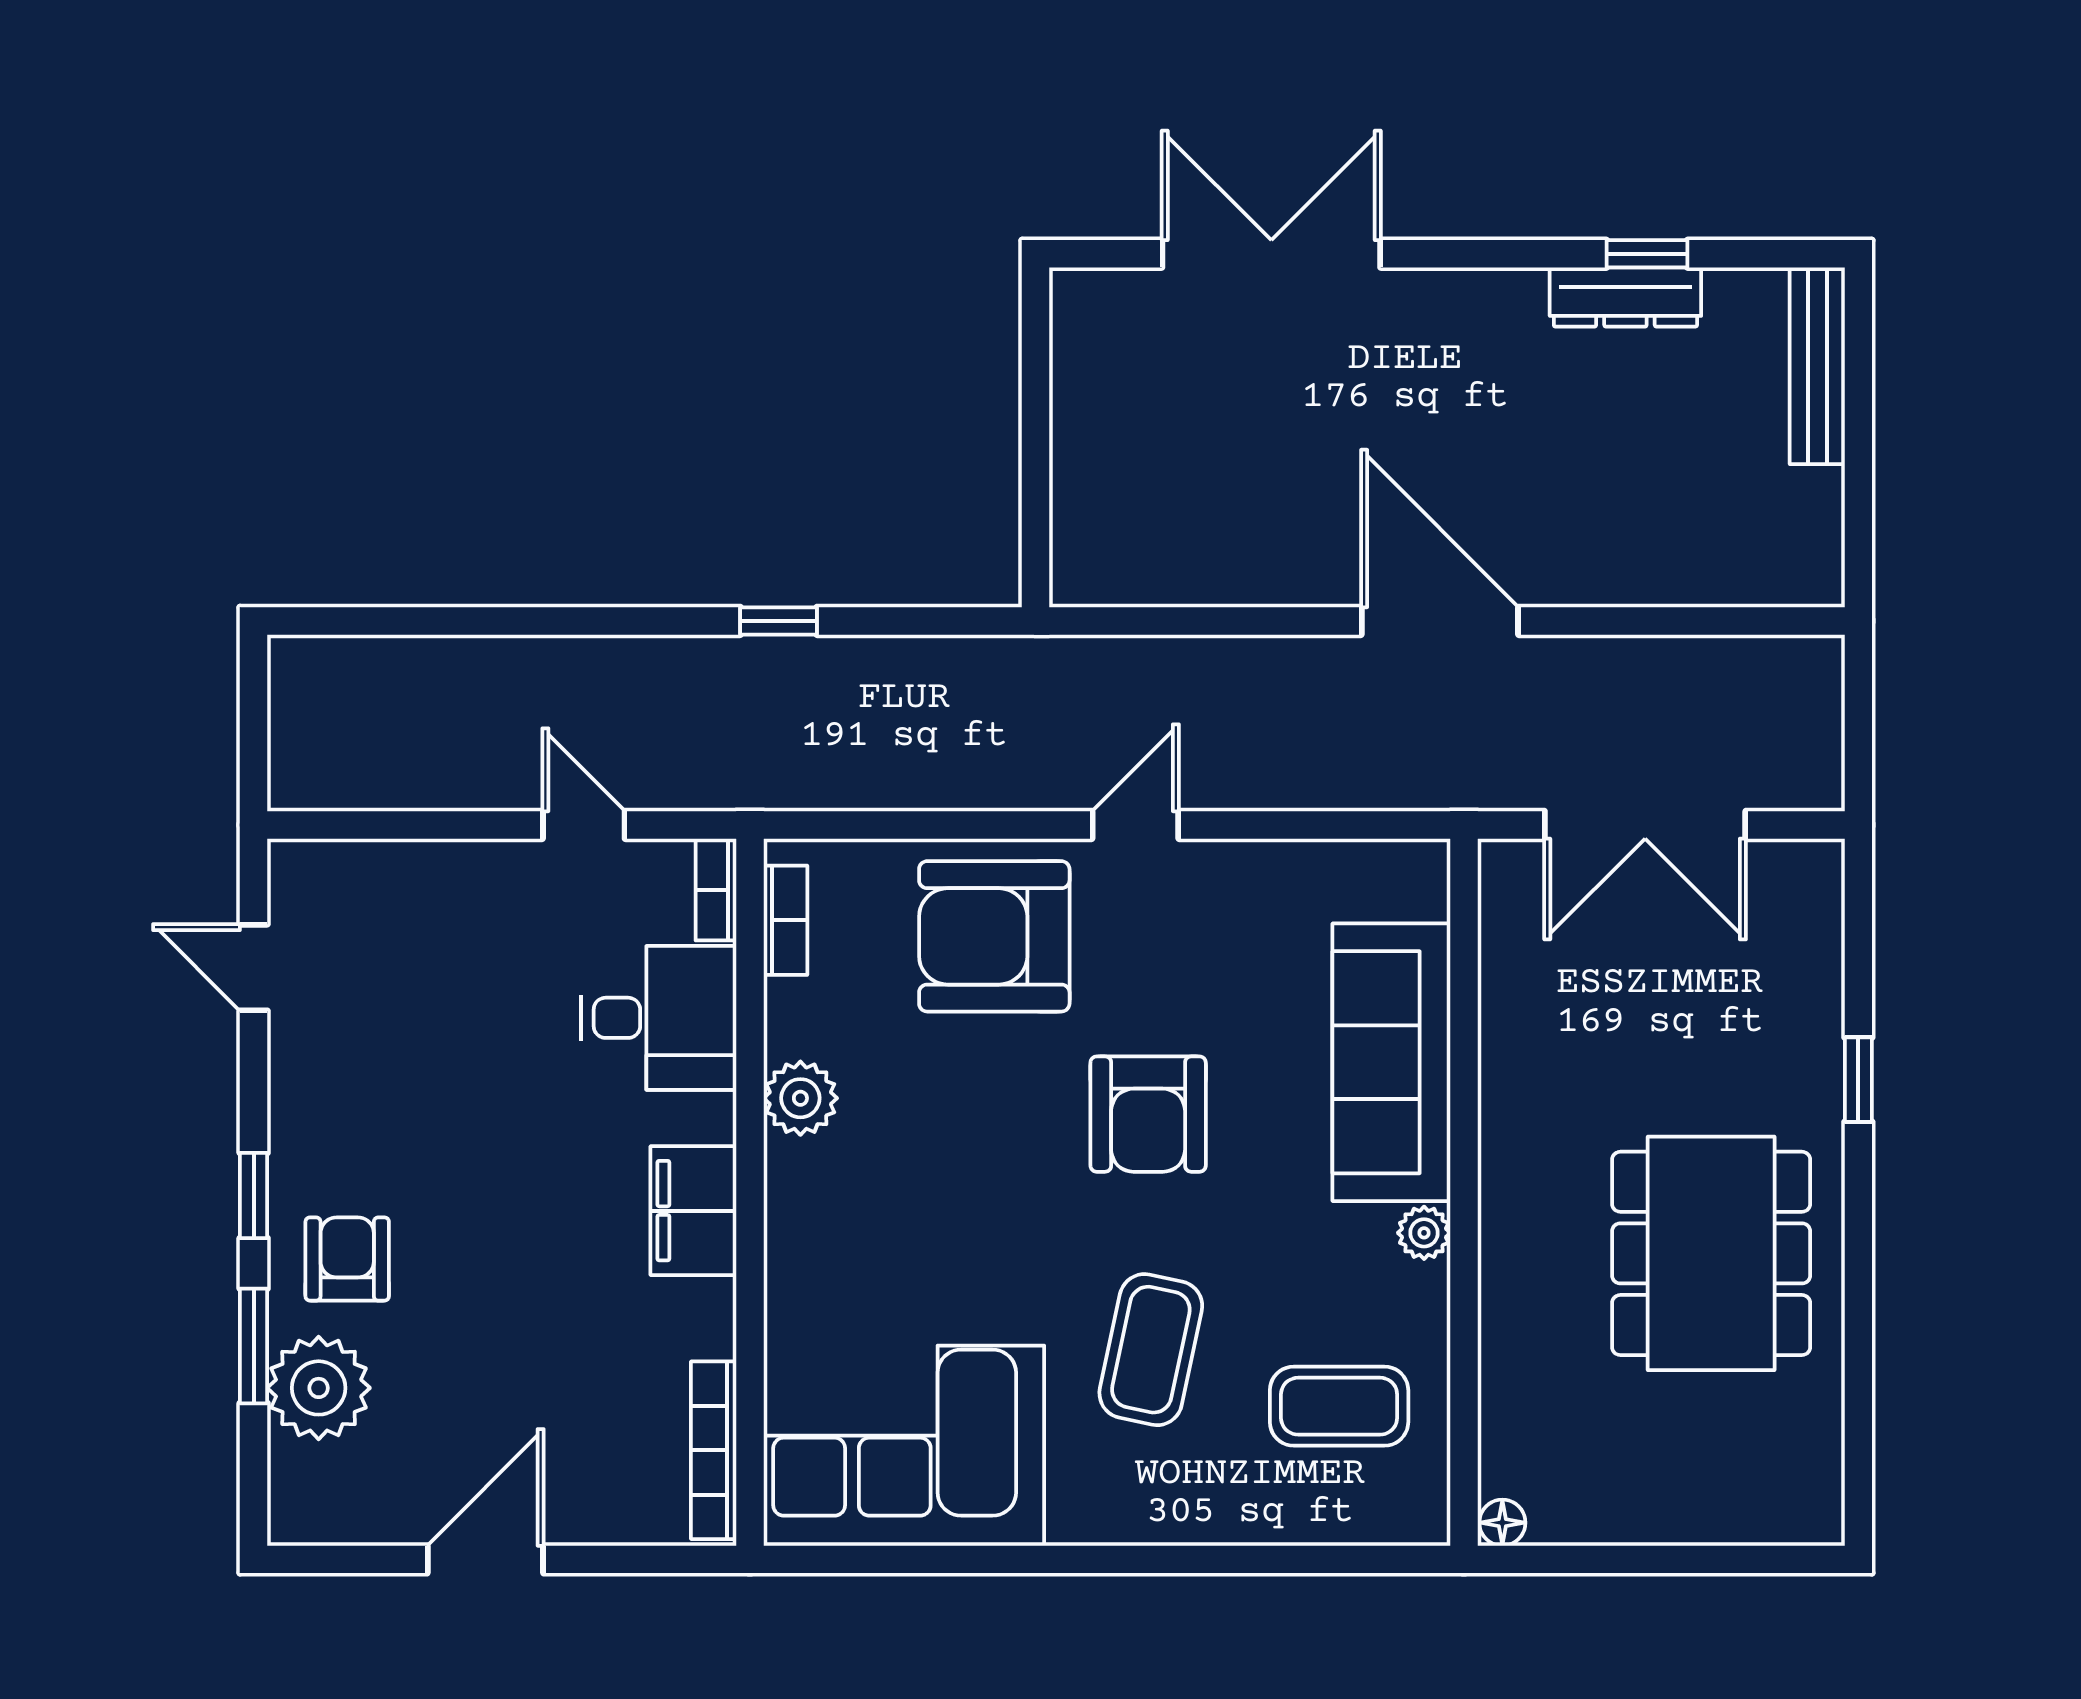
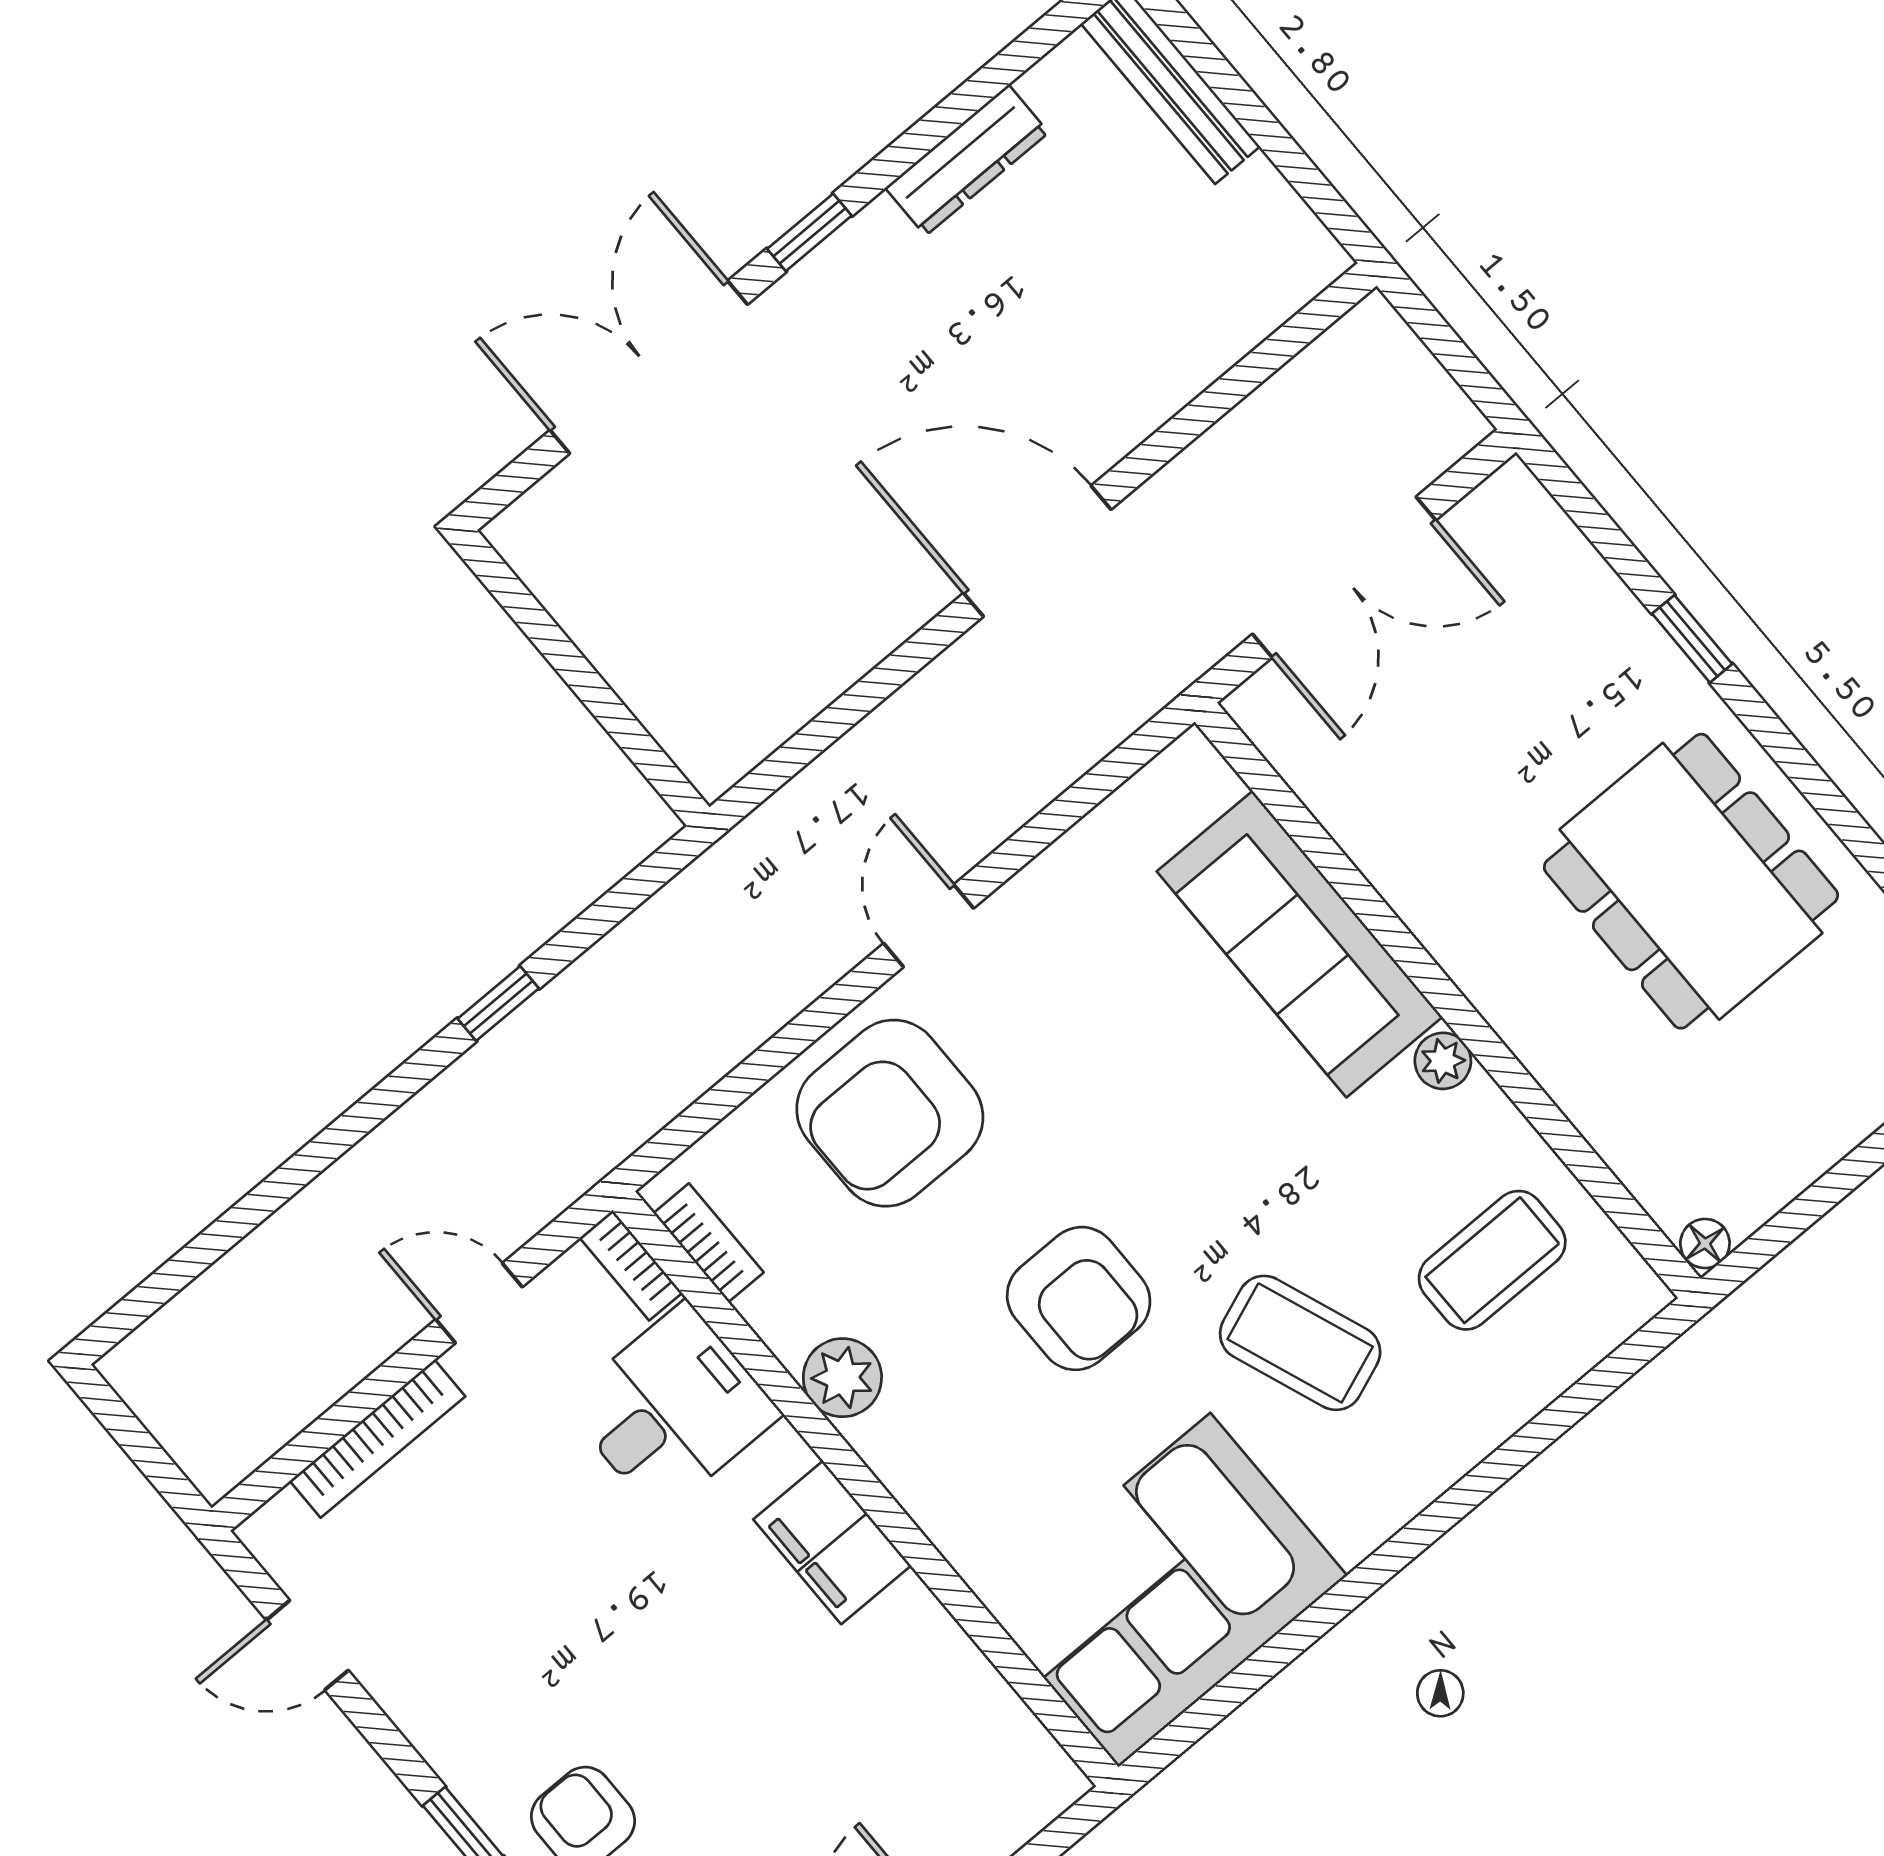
window: (1647, 254) -> (809, 232), moved
armchair: (1148, 1114) -> (1079, 1298), moved
coffee table: (1151, 1350) -> (1300, 1343), turned -33
bookcase: (714, 1450) -> (377, 1439), moved, turned -90

